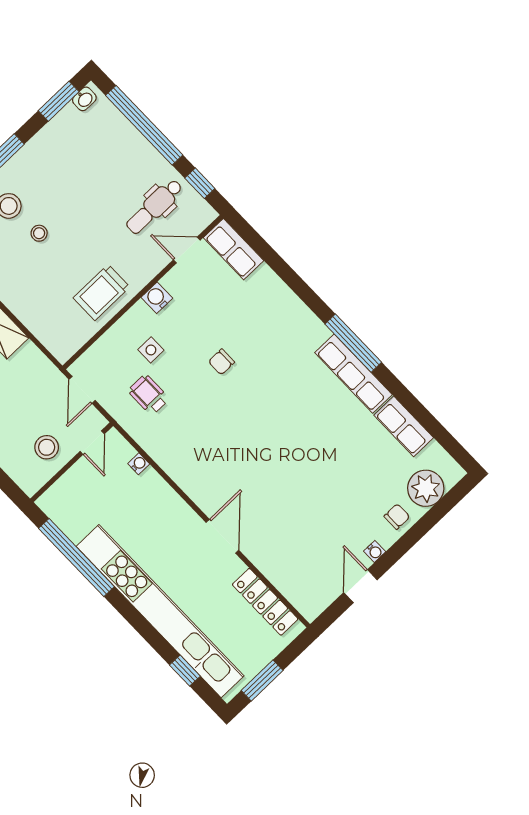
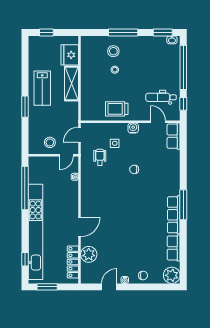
plant: (426, 488) -> (172, 275), moved
plant: (279, 566) -> (89, 254), added

